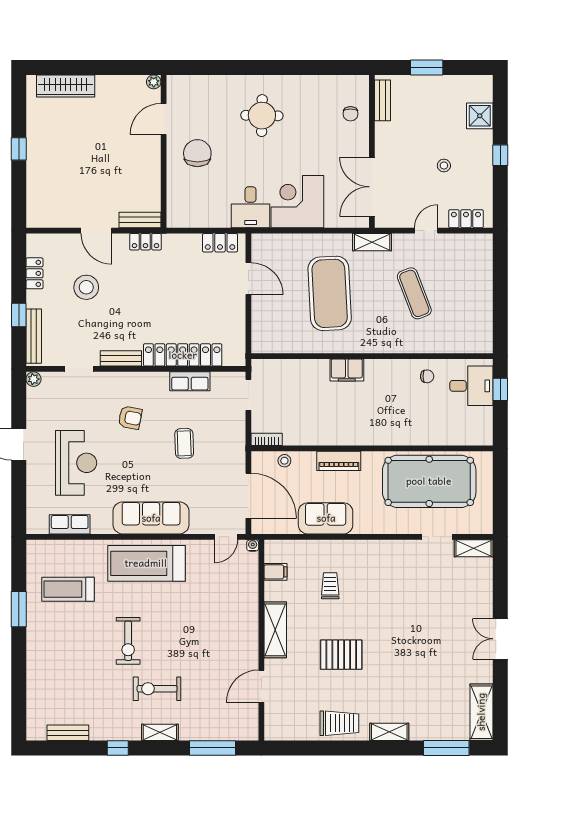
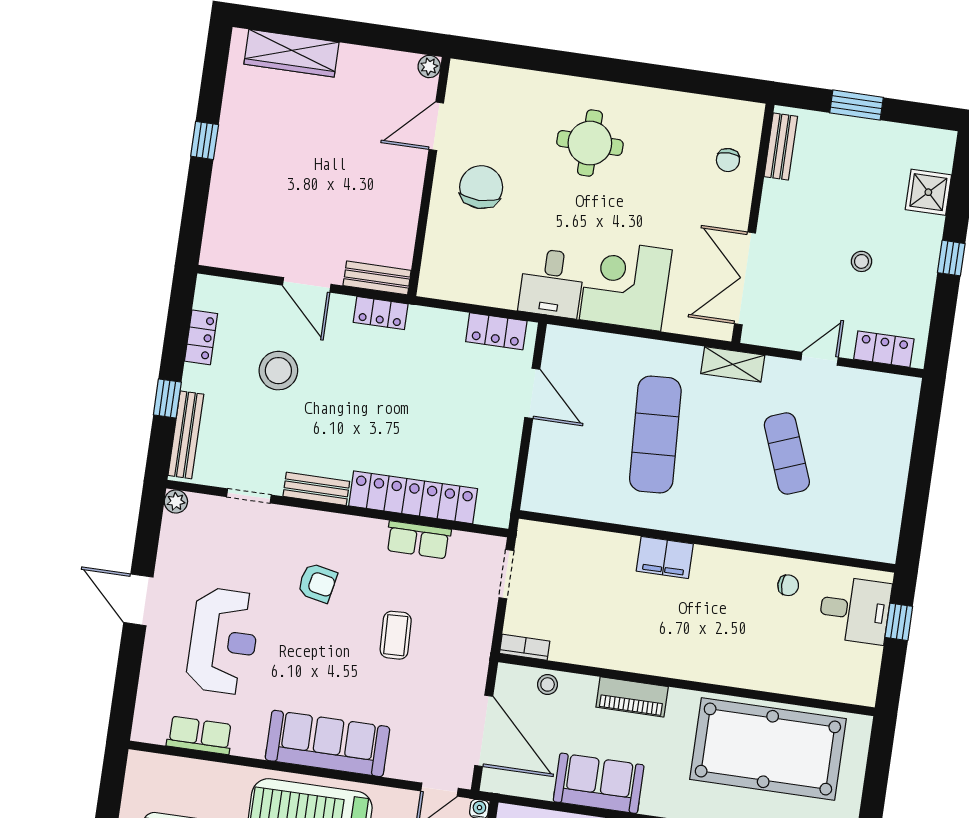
exercise mat: (330, 293) -> (655, 435), width x0.68

